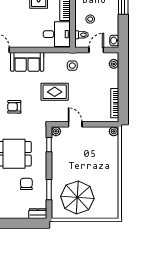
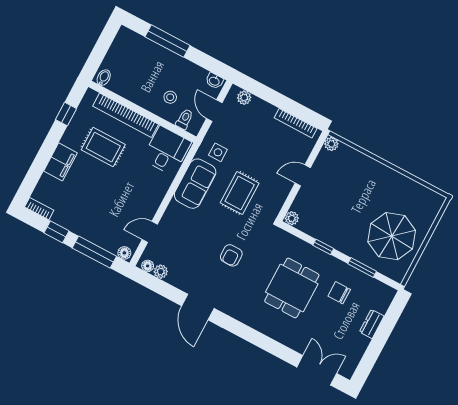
sofa: (27, 62) -> (195, 184), moved
door: (75, 124) -> (303, 175), moved
window: (49, 145) -> (323, 247), moved
dresser: (38, 214) -> (372, 324), moved

